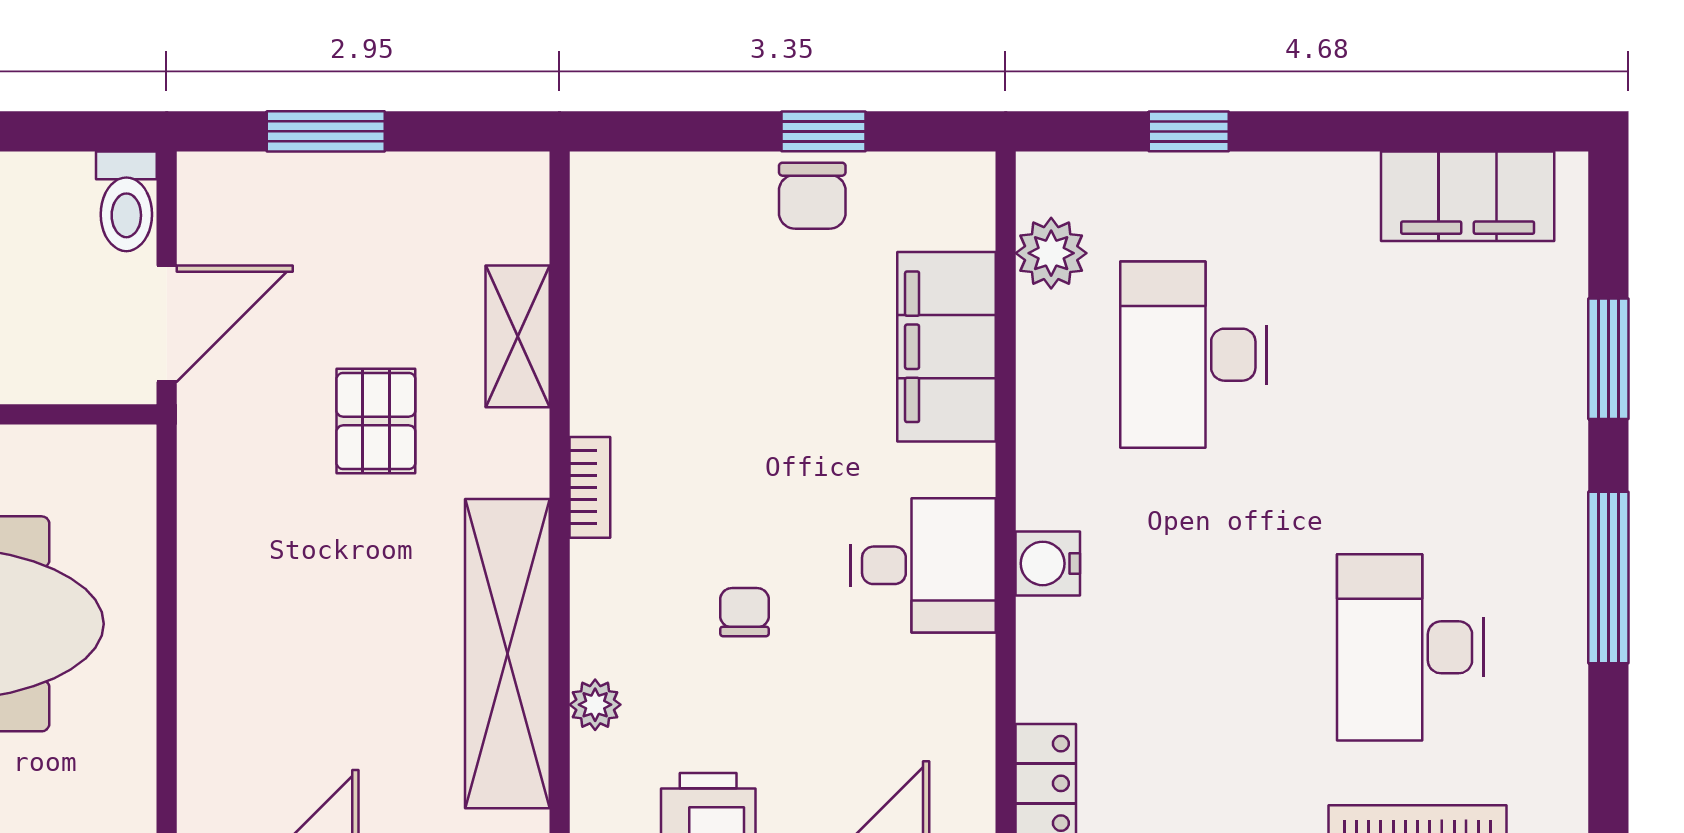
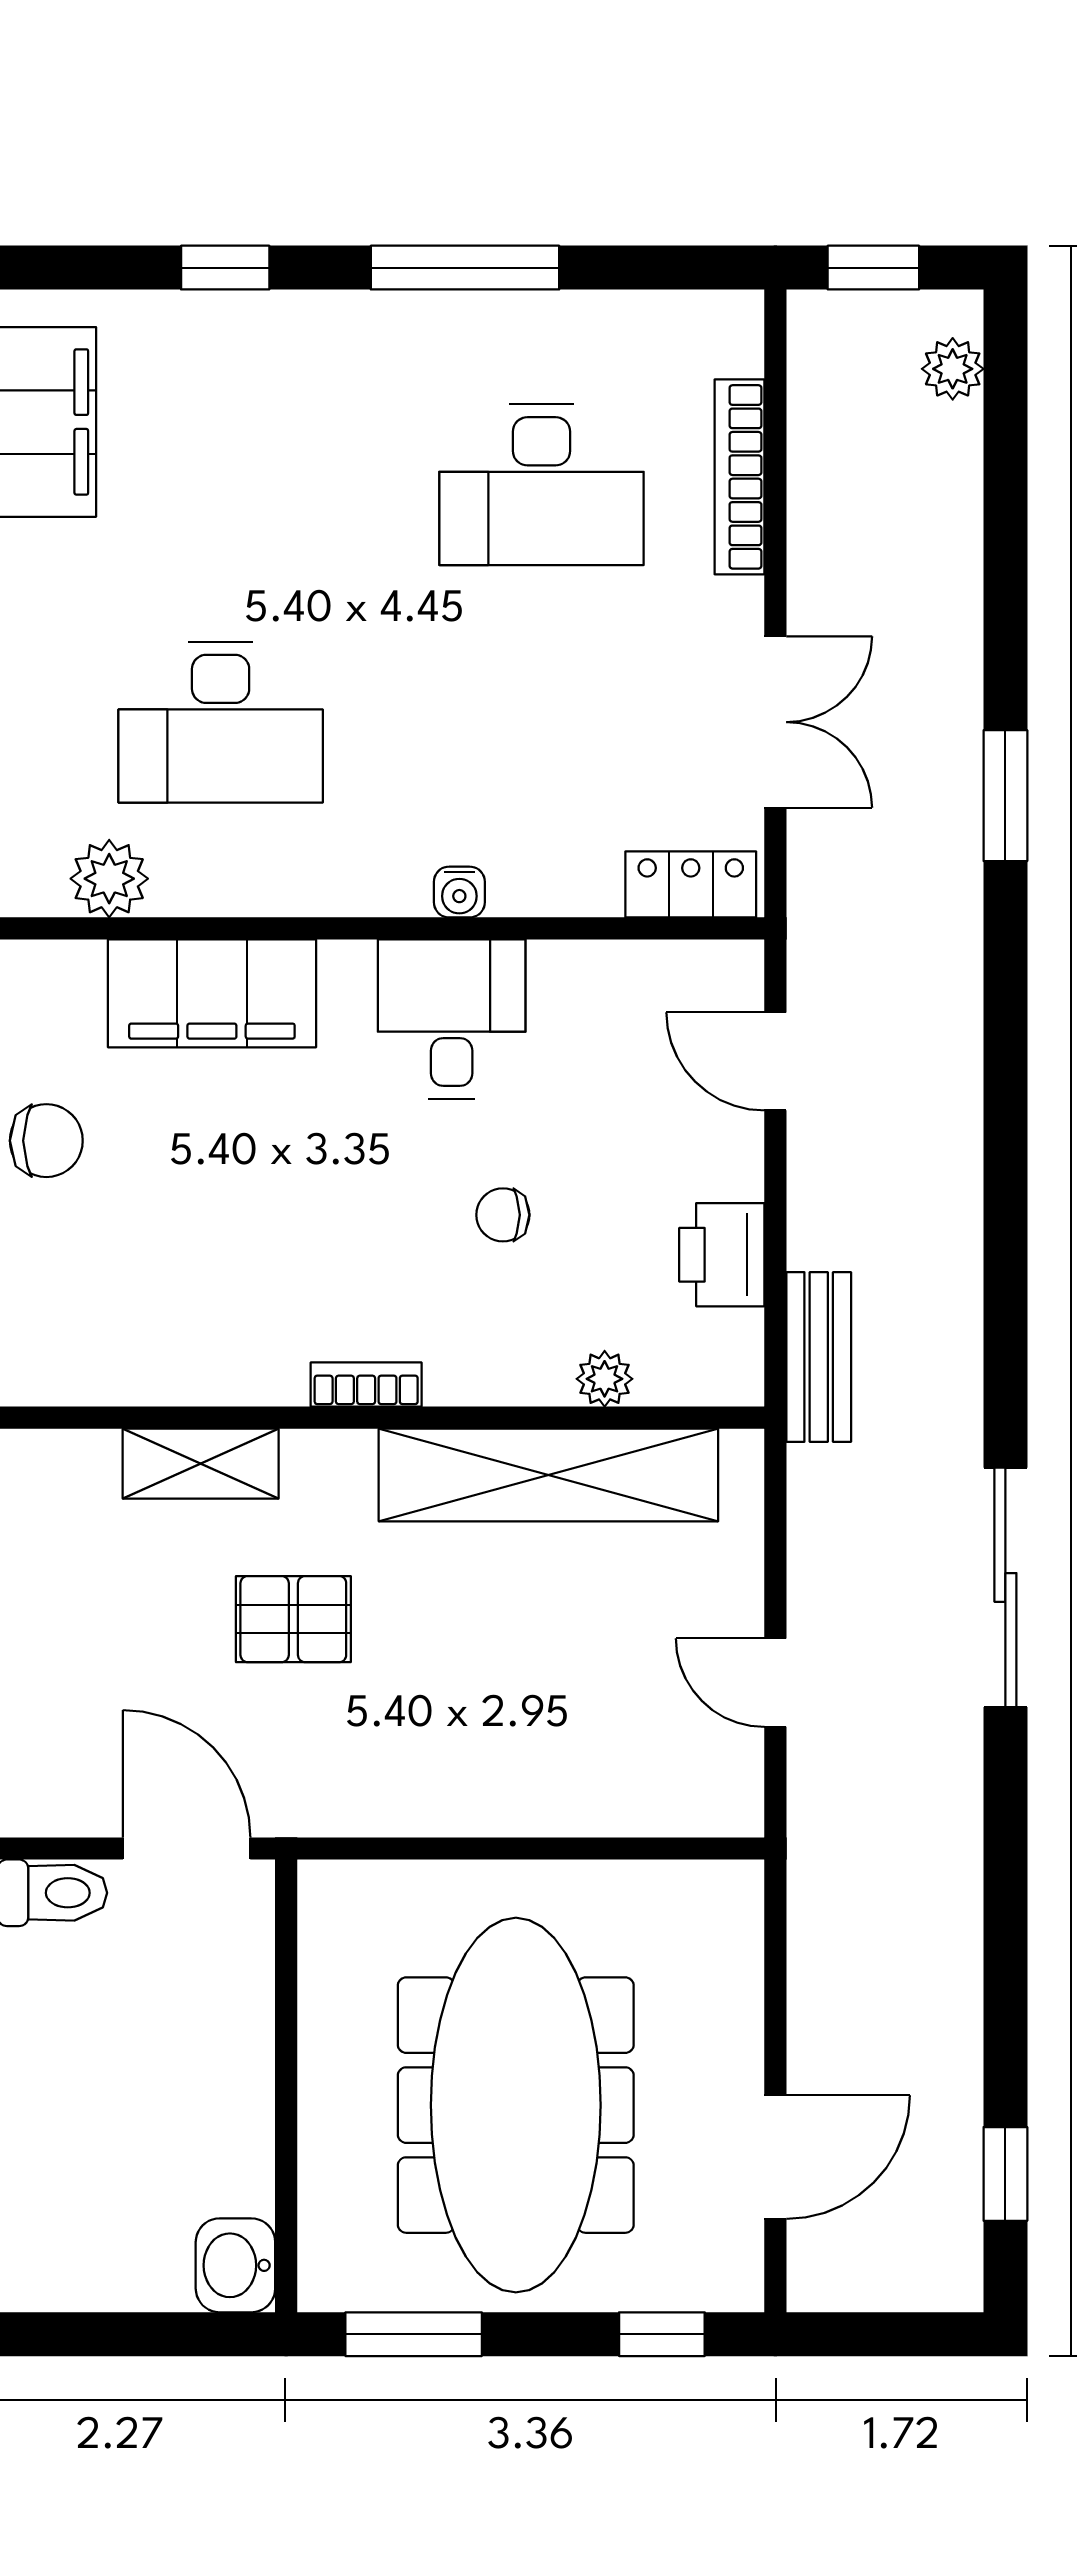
window: (1608, 359) -> (225, 268), width x0.67
water cooler: (1048, 563) -> (459, 892), width x0.72, depth x0.72

